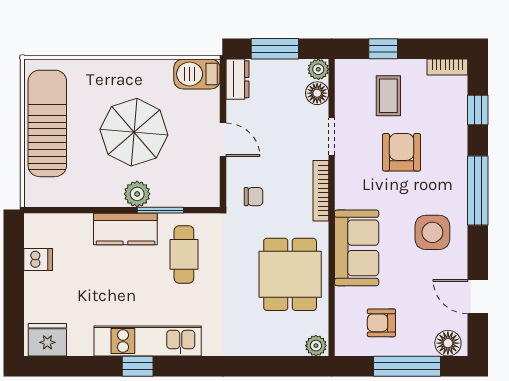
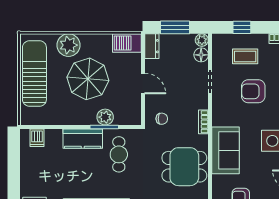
plant: (102, 77) -> (68, 45), added
coffee table: (388, 96) -> (245, 56), turned 90
armchair: (402, 152) -> (253, 91), turned -90
bookcase: (321, 191) -> (203, 122), width x0.64
plant: (137, 194) -> (105, 117), moved
dishwasher: (38, 259) -> (37, 138), moved, turned 90
dining table: (290, 274) -> (184, 167), turned 90

